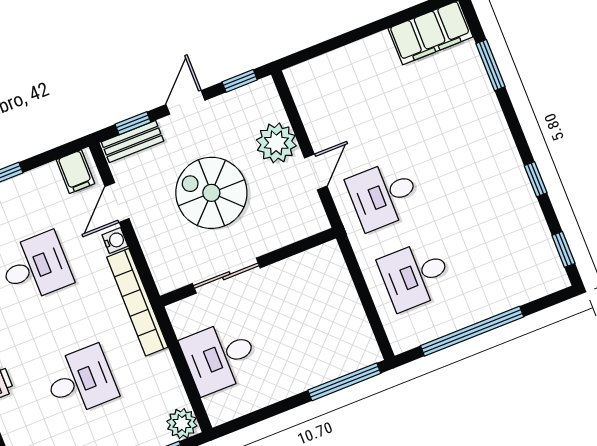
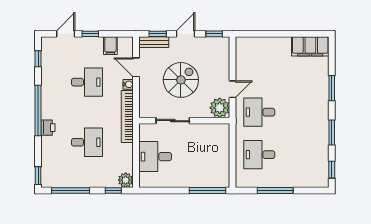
window: (490, 65) -> (332, 88), moved
plant: (276, 143) -> (220, 108), moved
filing cabinet: (75, 172) -> (110, 46), moved
window: (536, 179) -> (332, 132), width x1.50
spiral stairs: (211, 193) -> (181, 80), turned 90
door: (117, 203) -> (136, 67), hinge flipped
window: (472, 331) -> (275, 190), width x0.68

